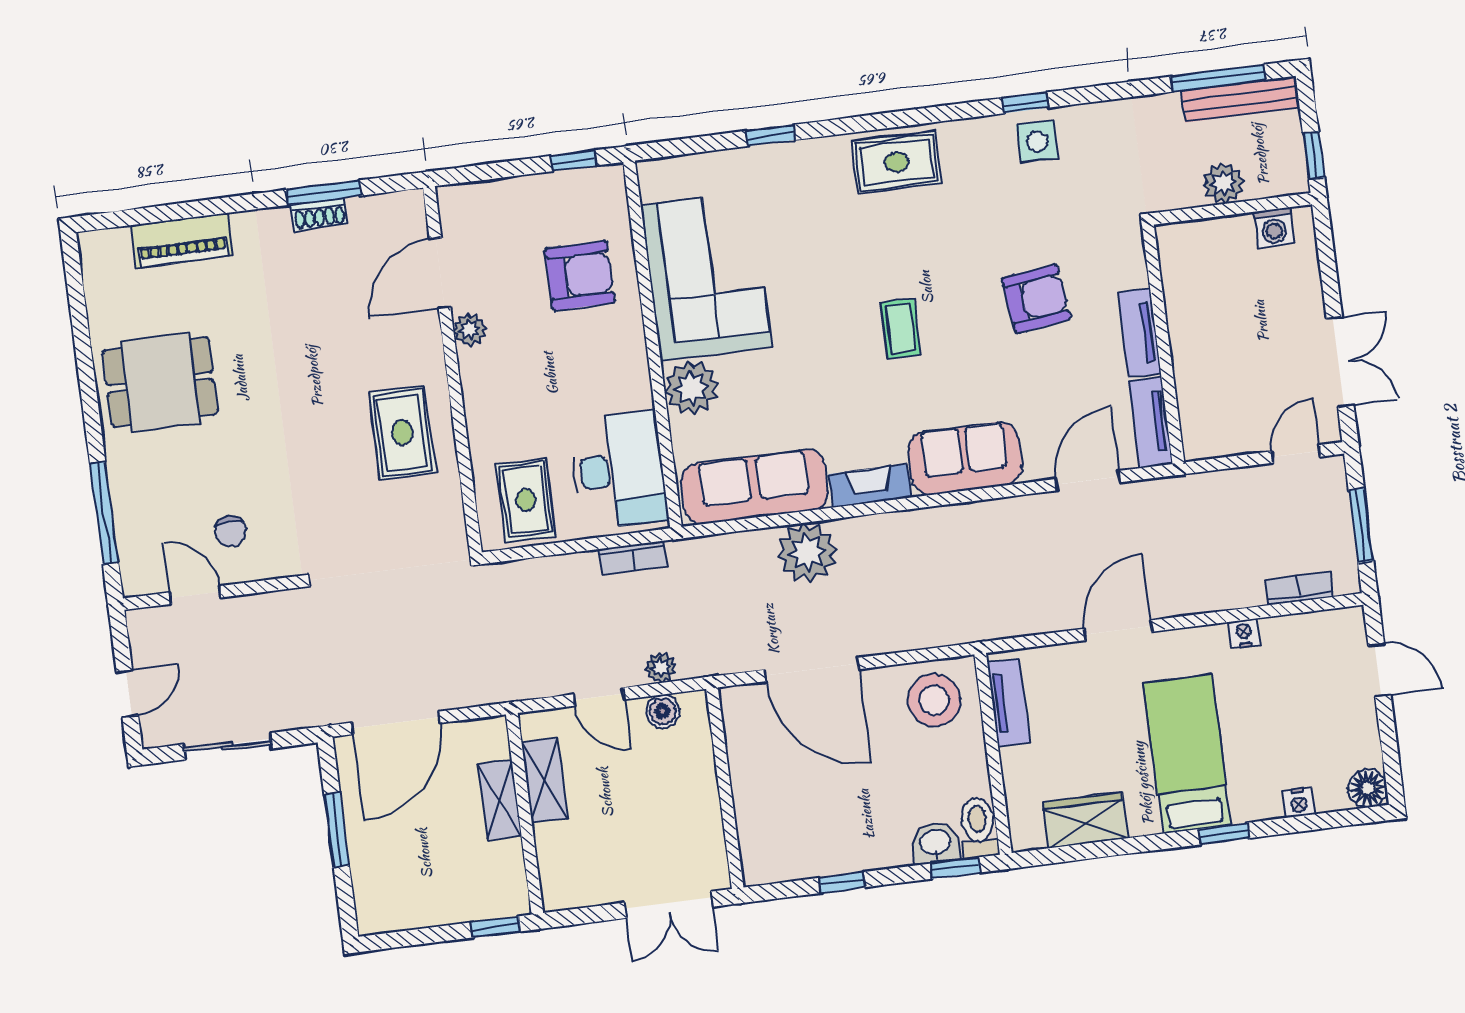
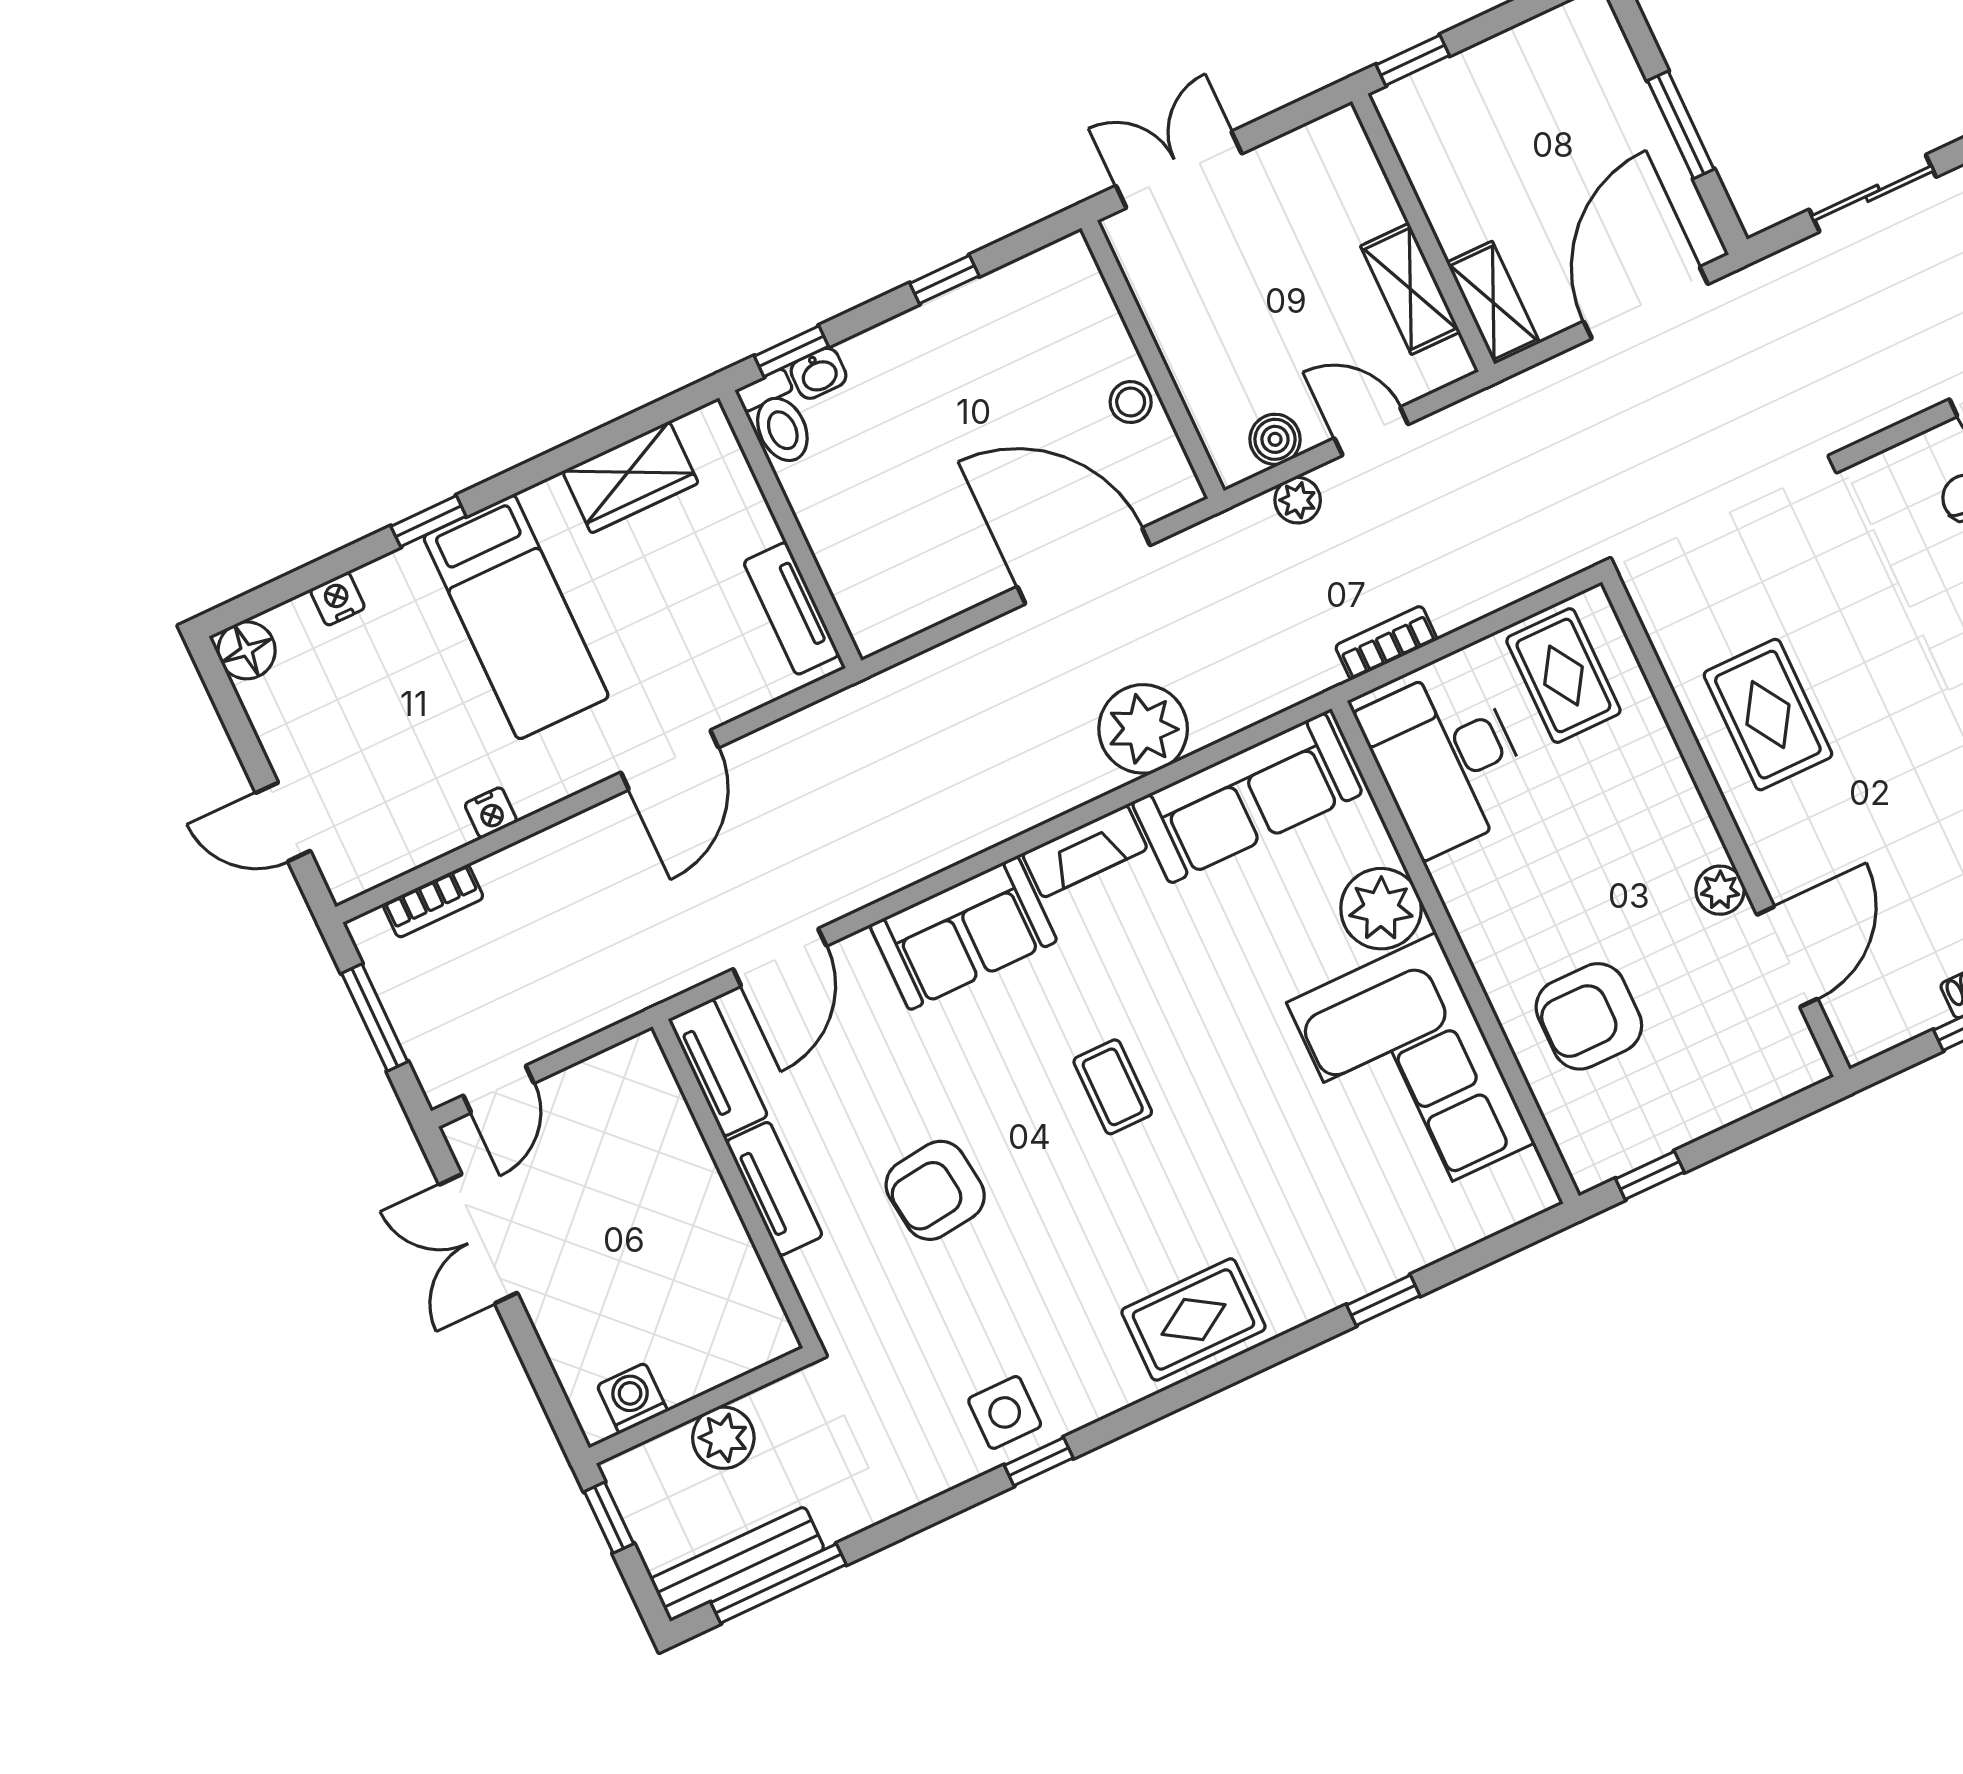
stool: (934, 700) -> (1131, 402), moved, width x0.53, depth x0.53
shelving: (500, 800) -> (1493, 303), moved
washbasin: (935, 843) -> (819, 373), width x0.72, depth x0.69

